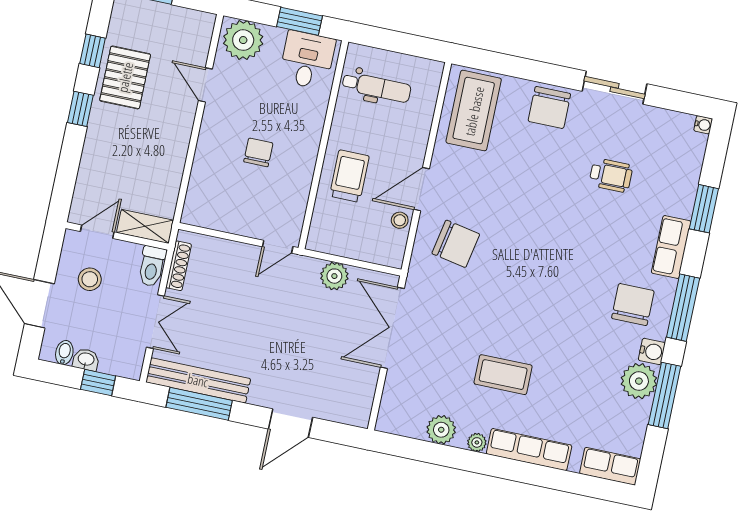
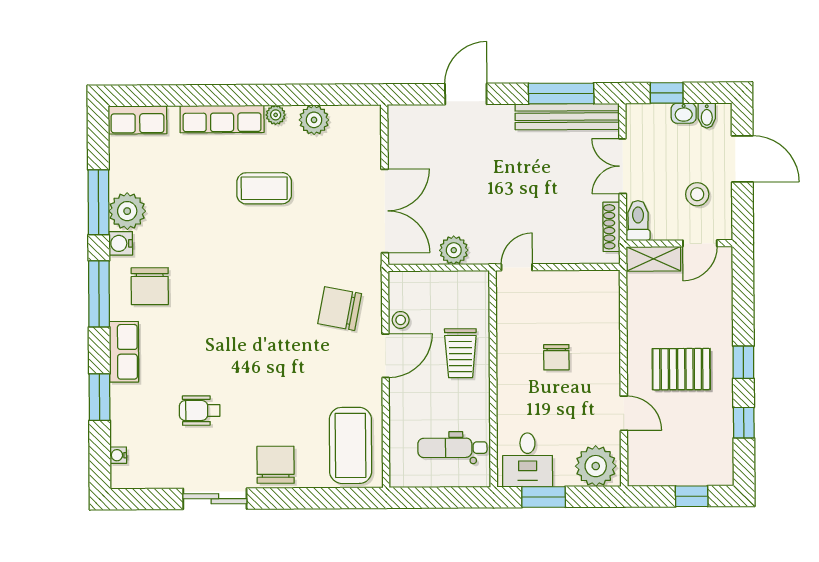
pallet: (125, 77) -> (681, 369), moved, turned 90
water cooler: (703, 125) -> (118, 455), moved

